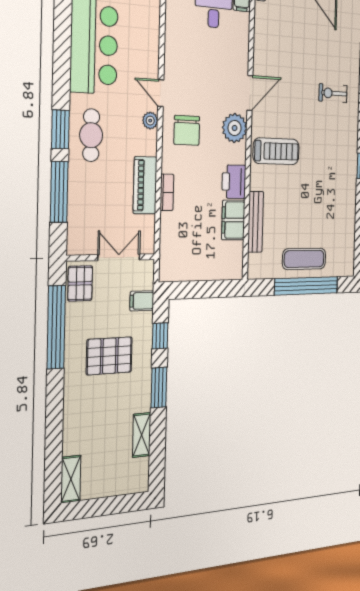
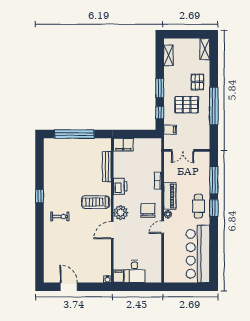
door: (161, 93) -> (163, 227), swing flipped
exercise bike: (333, 93) -> (60, 216), moved
piano: (145, 185) -> (170, 196), moved
filing cabinet: (233, 220) -> (123, 145), moved, turned 90
exercise mat: (304, 259) -> (76, 148), removed
pallet: (80, 283) -> (197, 82), moved
window: (56, 327) -> (214, 106), moved
shelving: (142, 435) -> (168, 55), moved

